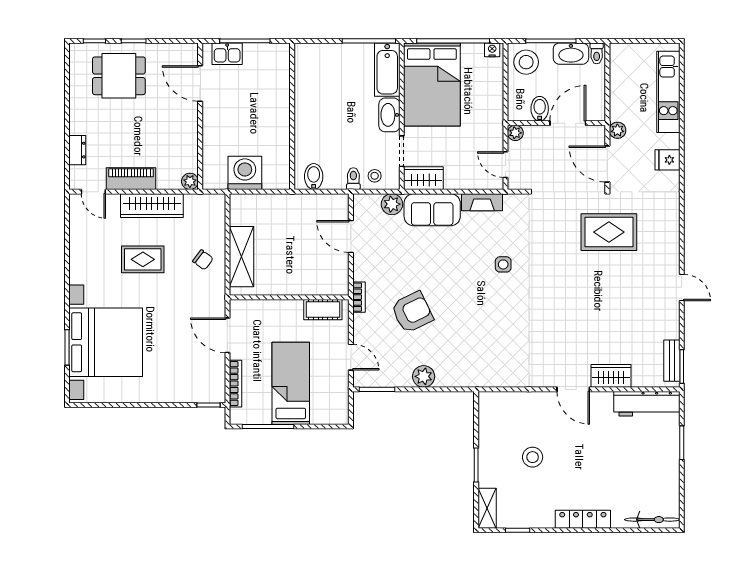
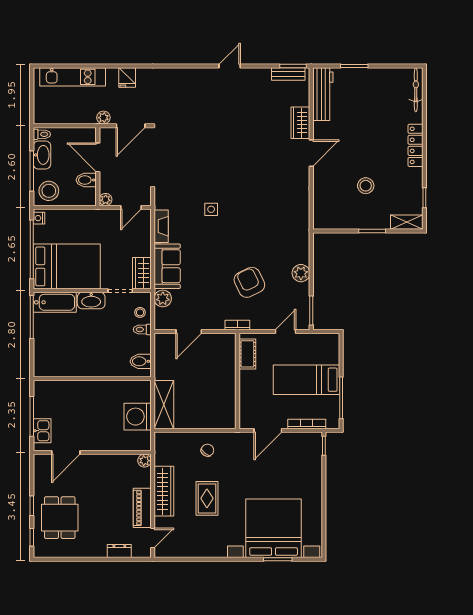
rug: (609, 232) -> (185, 124), removed
shelving: (242, 257) -> (164, 405), moved, turned 90

